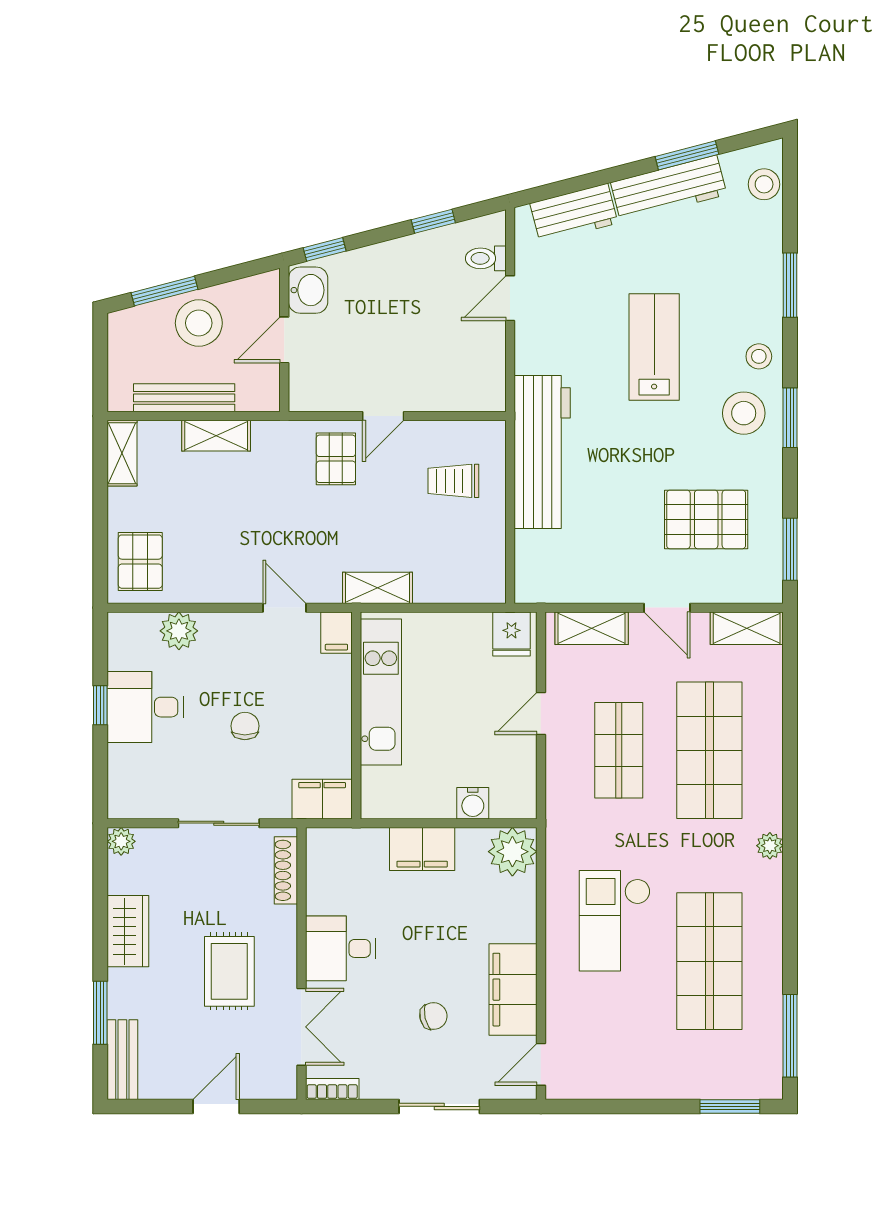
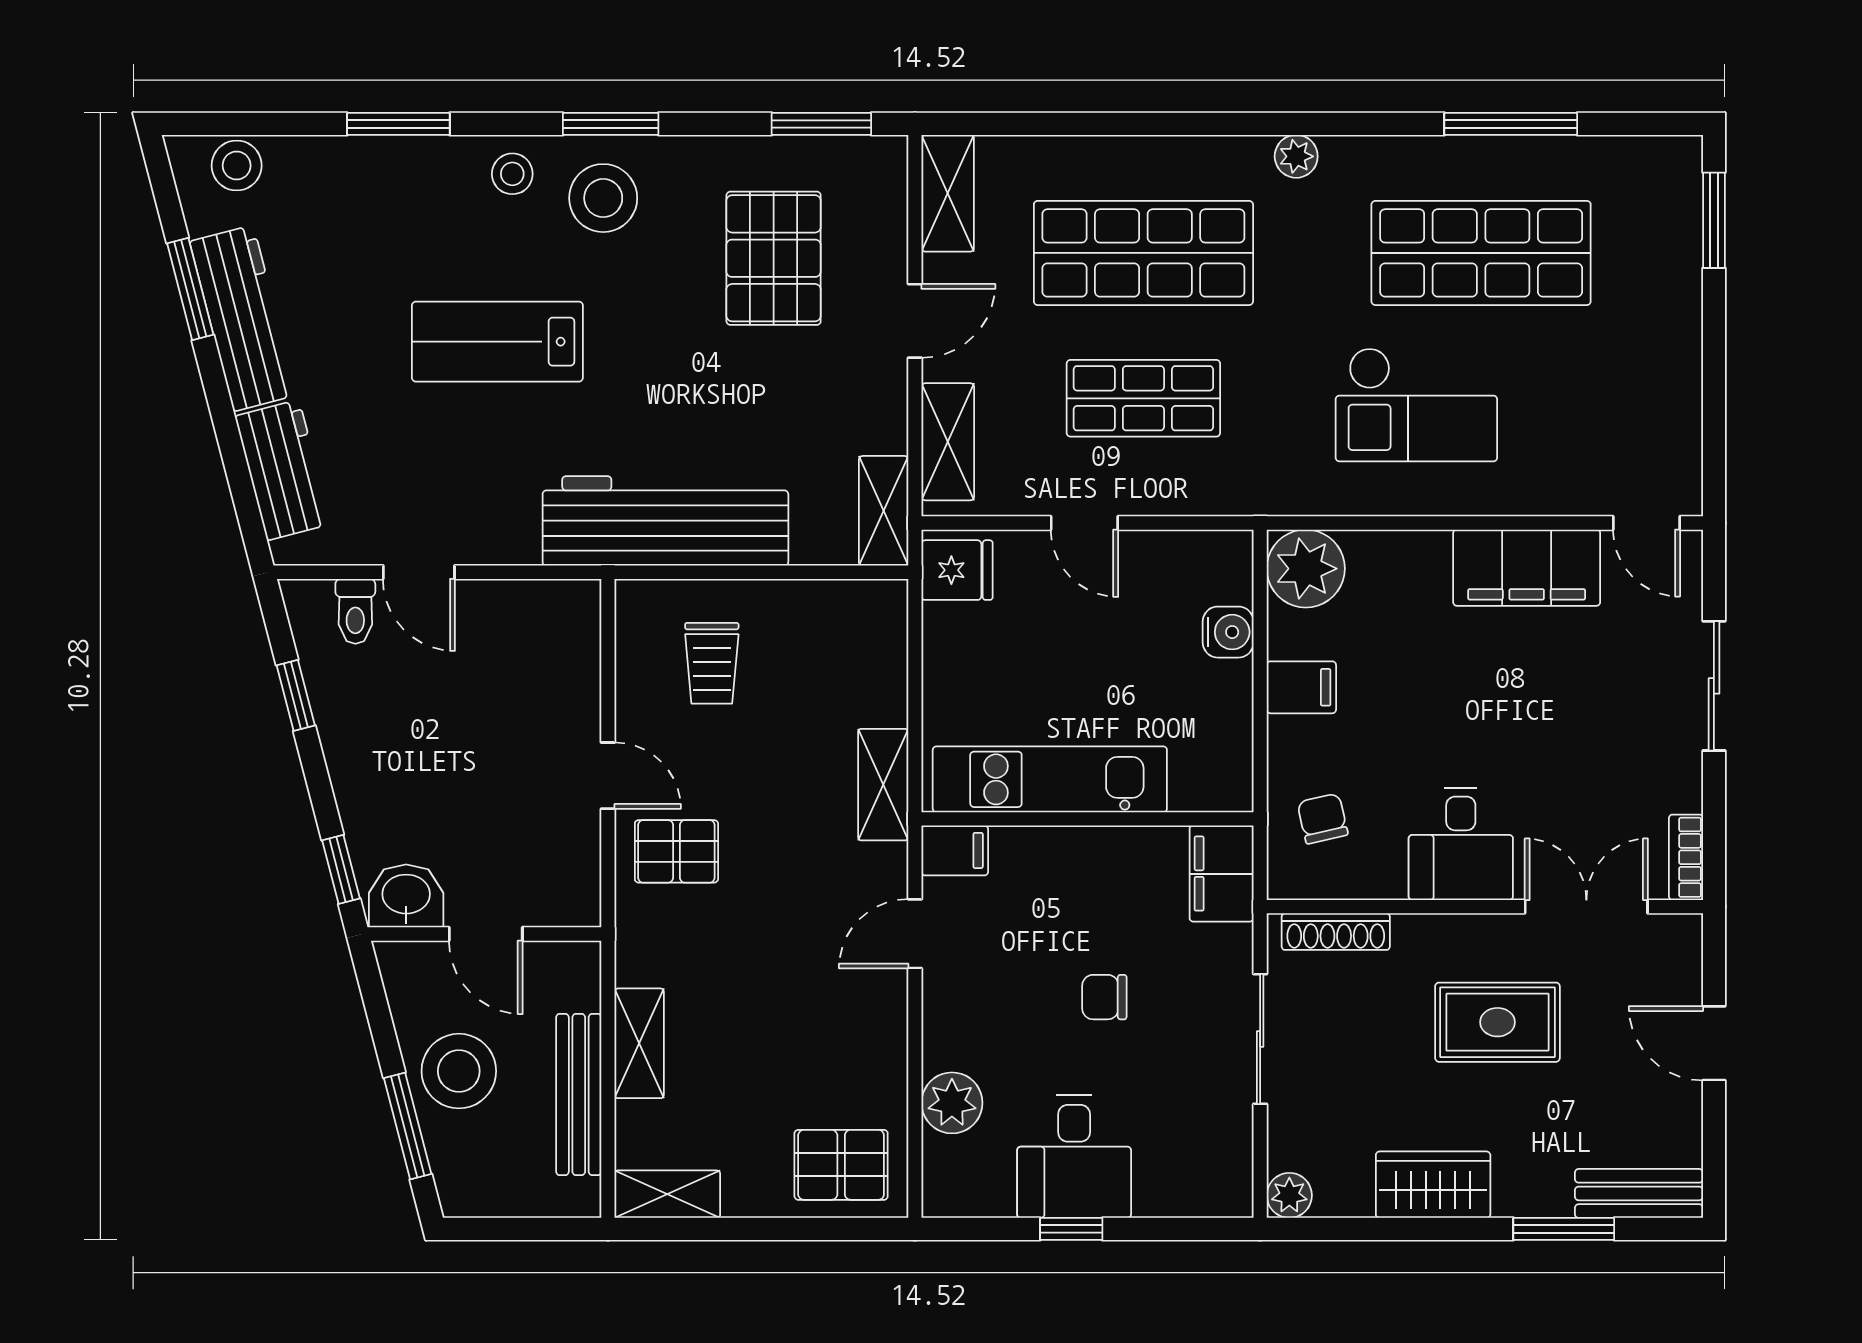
shelving: (548, 588) -> (884, 511), added
filing cabinet: (422, 849) -> (1301, 687), width x0.50
chair: (433, 1016) -> (1323, 819), moved
window: (790, 1036) -> (1511, 124), moved

